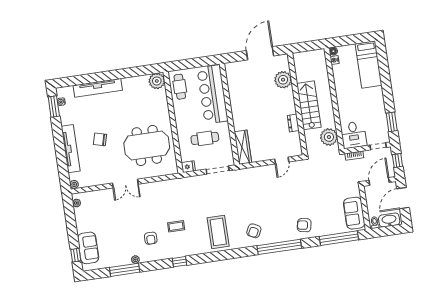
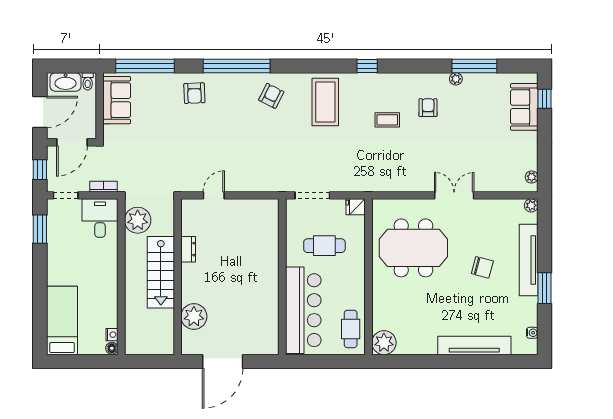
window: (54, 106) -> (544, 288), moved
wardrobe: (243, 147) -> (269, 224), removed
armchair: (304, 225) -> (194, 93), turned 77
window: (180, 262) -> (367, 66), moved

